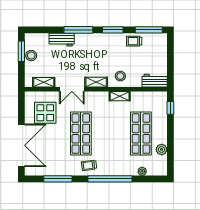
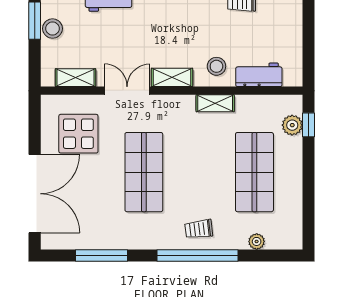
workbench: (155, 81) -> (259, 75), moved
double door: (72, 89) -> (127, 91), swing flipped
plant: (162, 149) -> (292, 125), moved
trolley: (89, 165) -> (199, 229), moved

